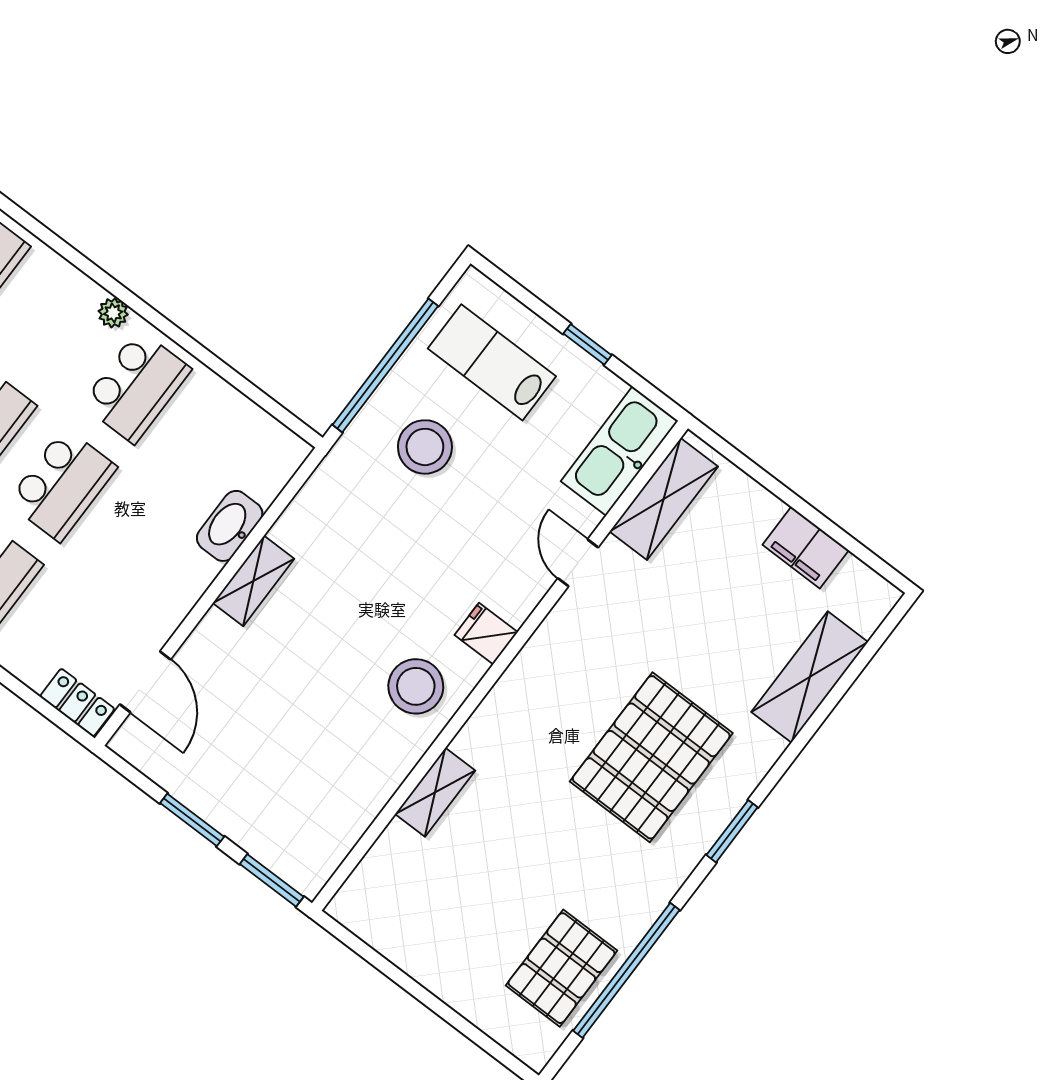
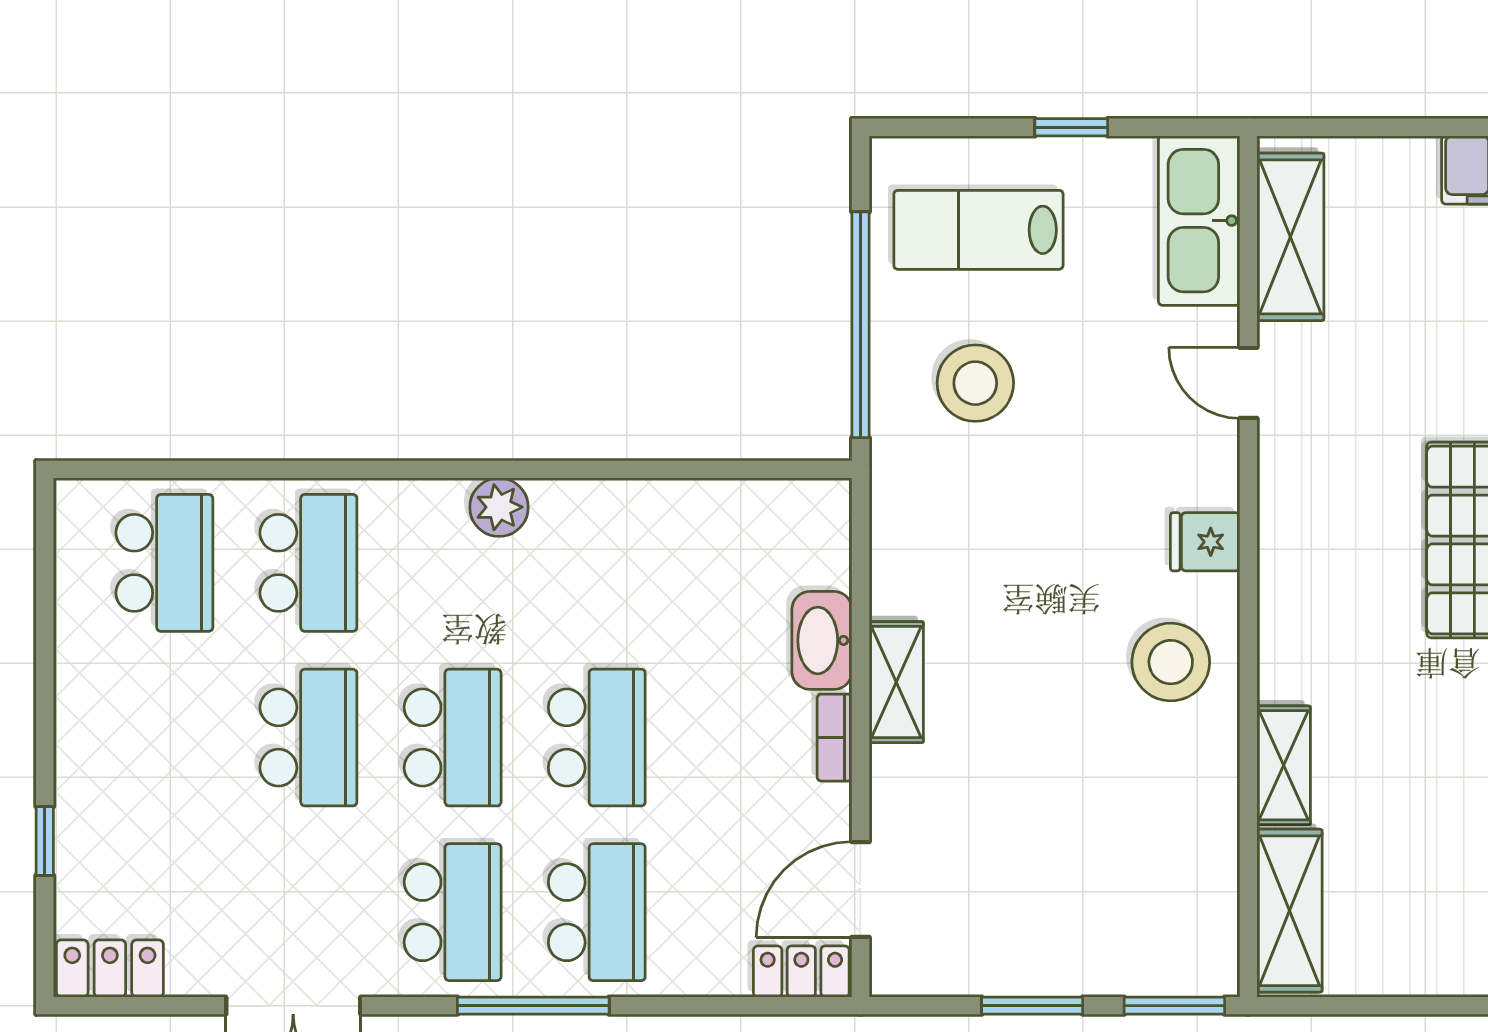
plant: (113, 313) -> (499, 507), width x1.38, depth x1.38
school desk: (136, 387) -> (597, 563), removed
bookcase: (195, 586) -> (834, 738), added
door: (145, 682) -> (860, 890), swing flipped
shelving: (377, 876) -> (1289, 911), added

